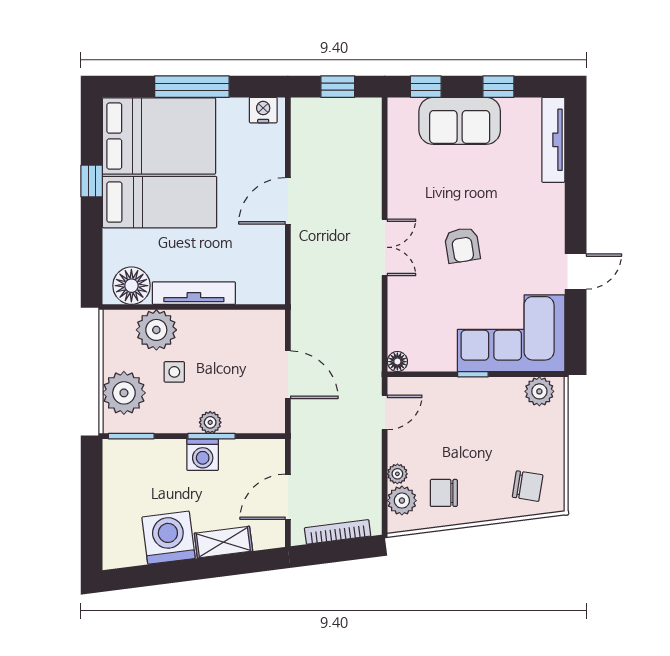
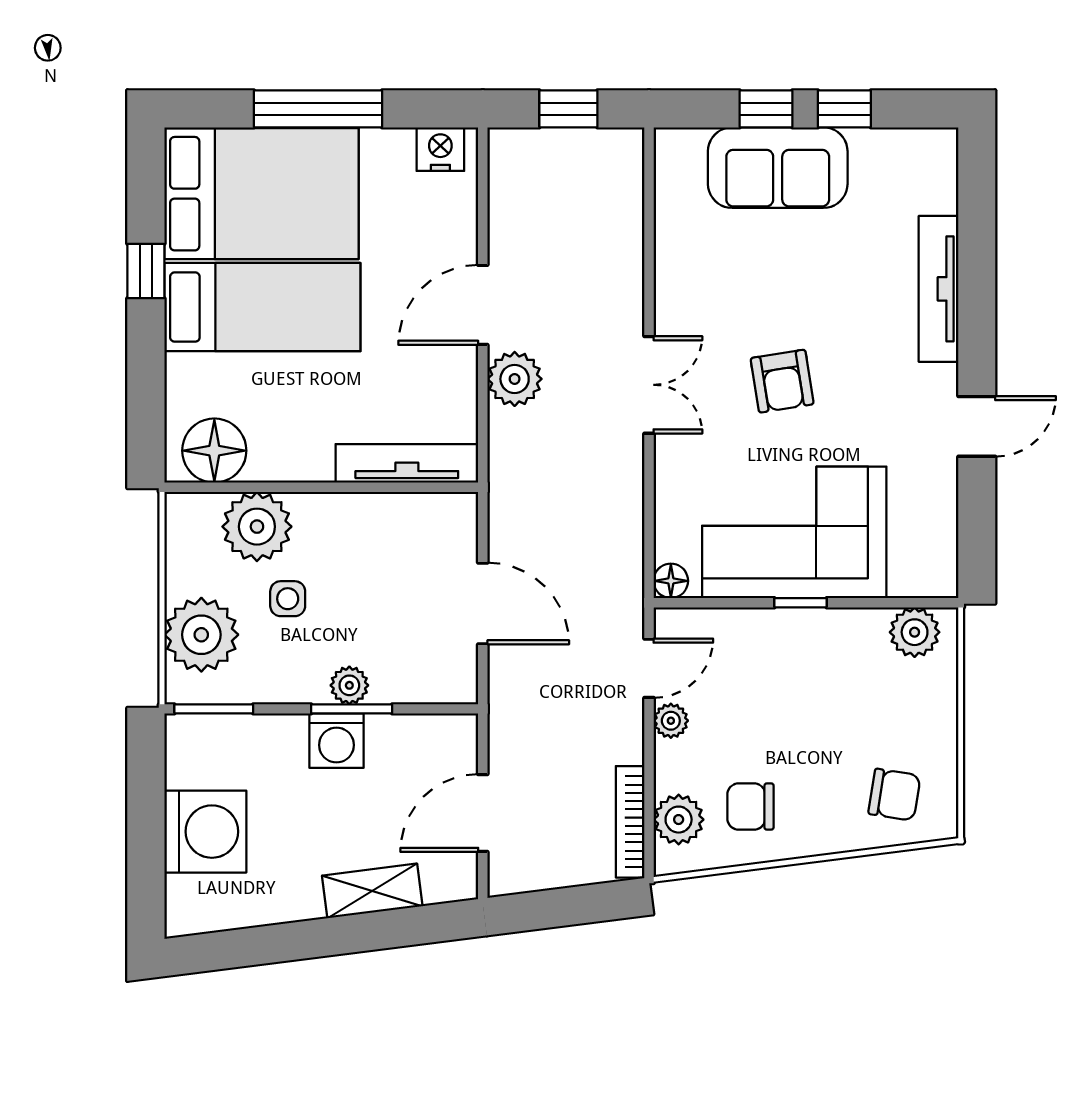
window: (426, 87) -> (766, 109), moved
tv unit: (553, 140) -> (938, 289), moved
plant: (306, 244) -> (515, 379), added
tv unit: (194, 293) -> (407, 463), moved
corner sofa: (511, 333) -> (794, 532), moved
plant: (397, 474) -> (671, 721), moved
bookcase: (338, 532) -> (630, 822), moved, turned -83
washing machine: (169, 538) -> (205, 832), moved, turned 97

